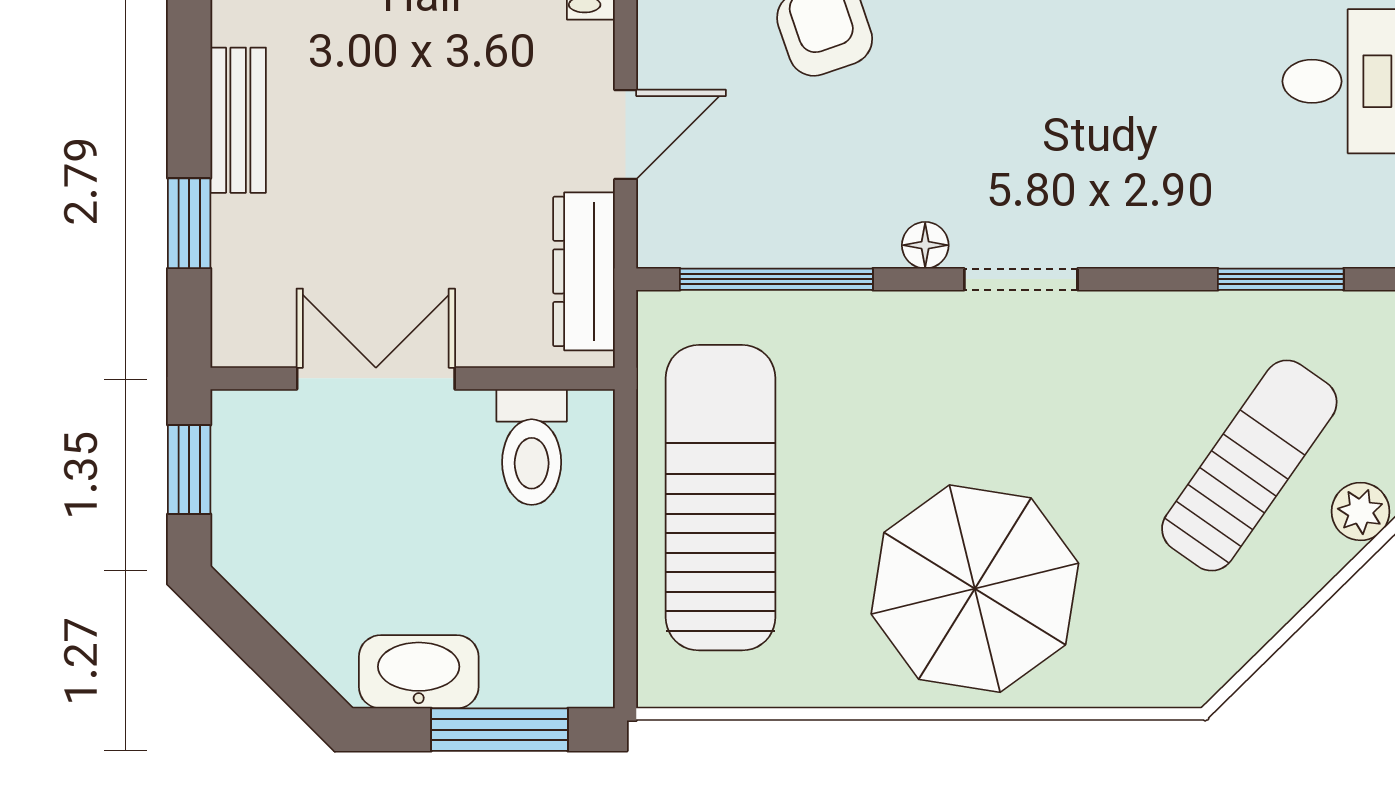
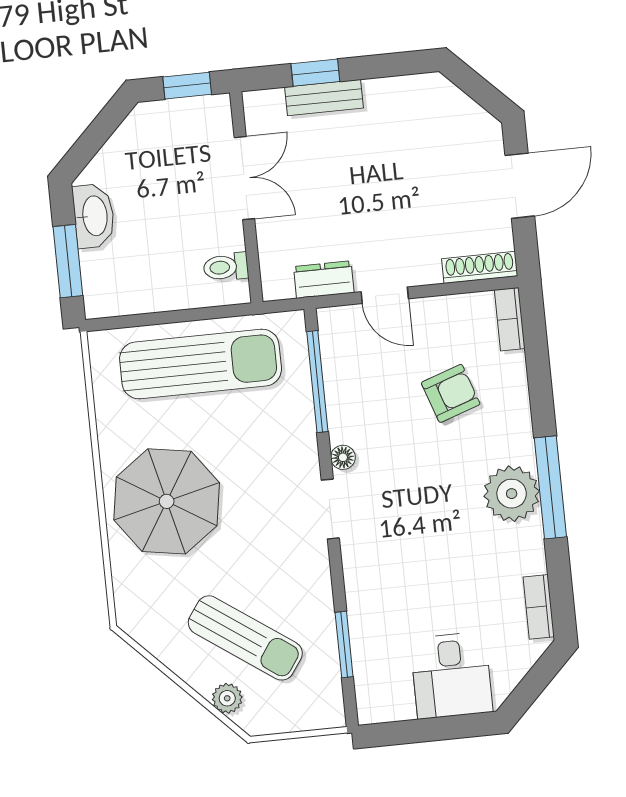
bench: (238, 120) -> (324, 97), moved
dresser: (584, 271) -> (324, 280), width x0.70
toilet: (532, 447) -> (226, 267), width x0.73, depth x0.72

